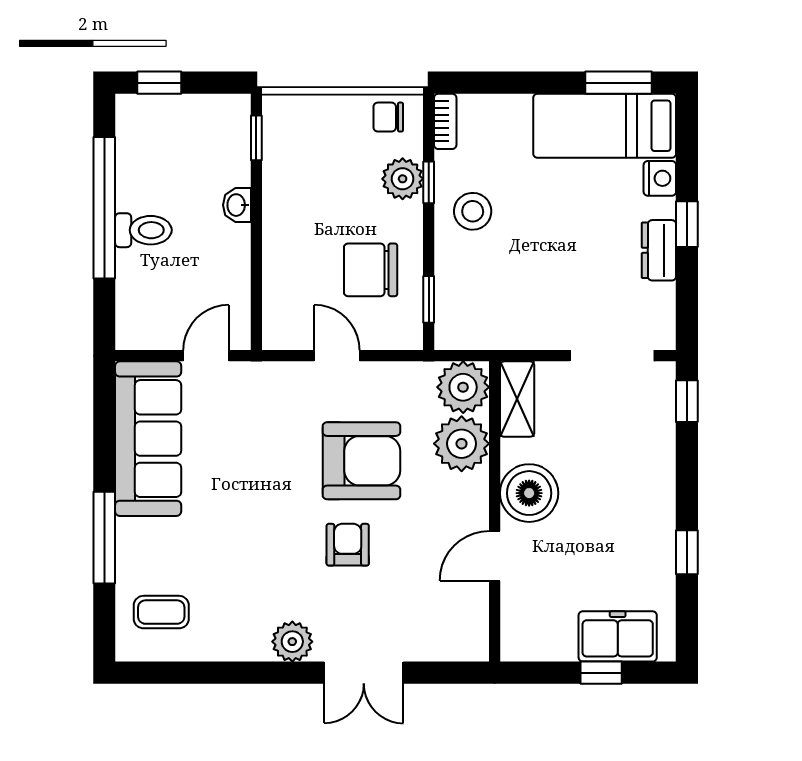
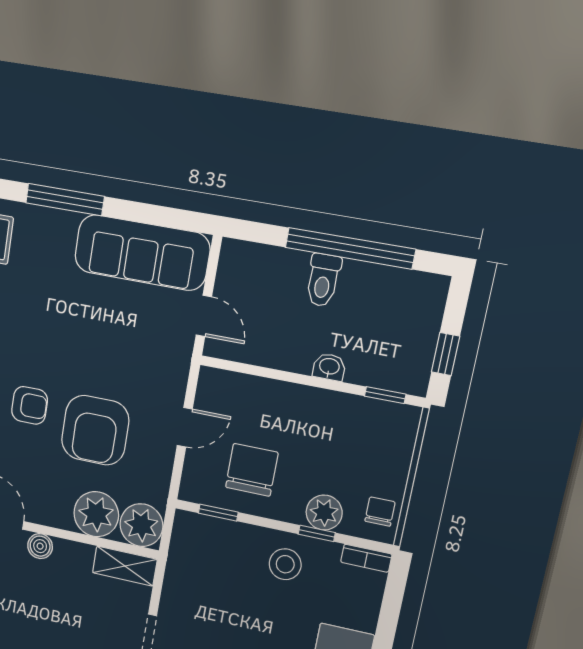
window: (159, 83) -> (446, 354), moved
boiler: (529, 493) -> (40, 546), width x0.54, depth x0.54

